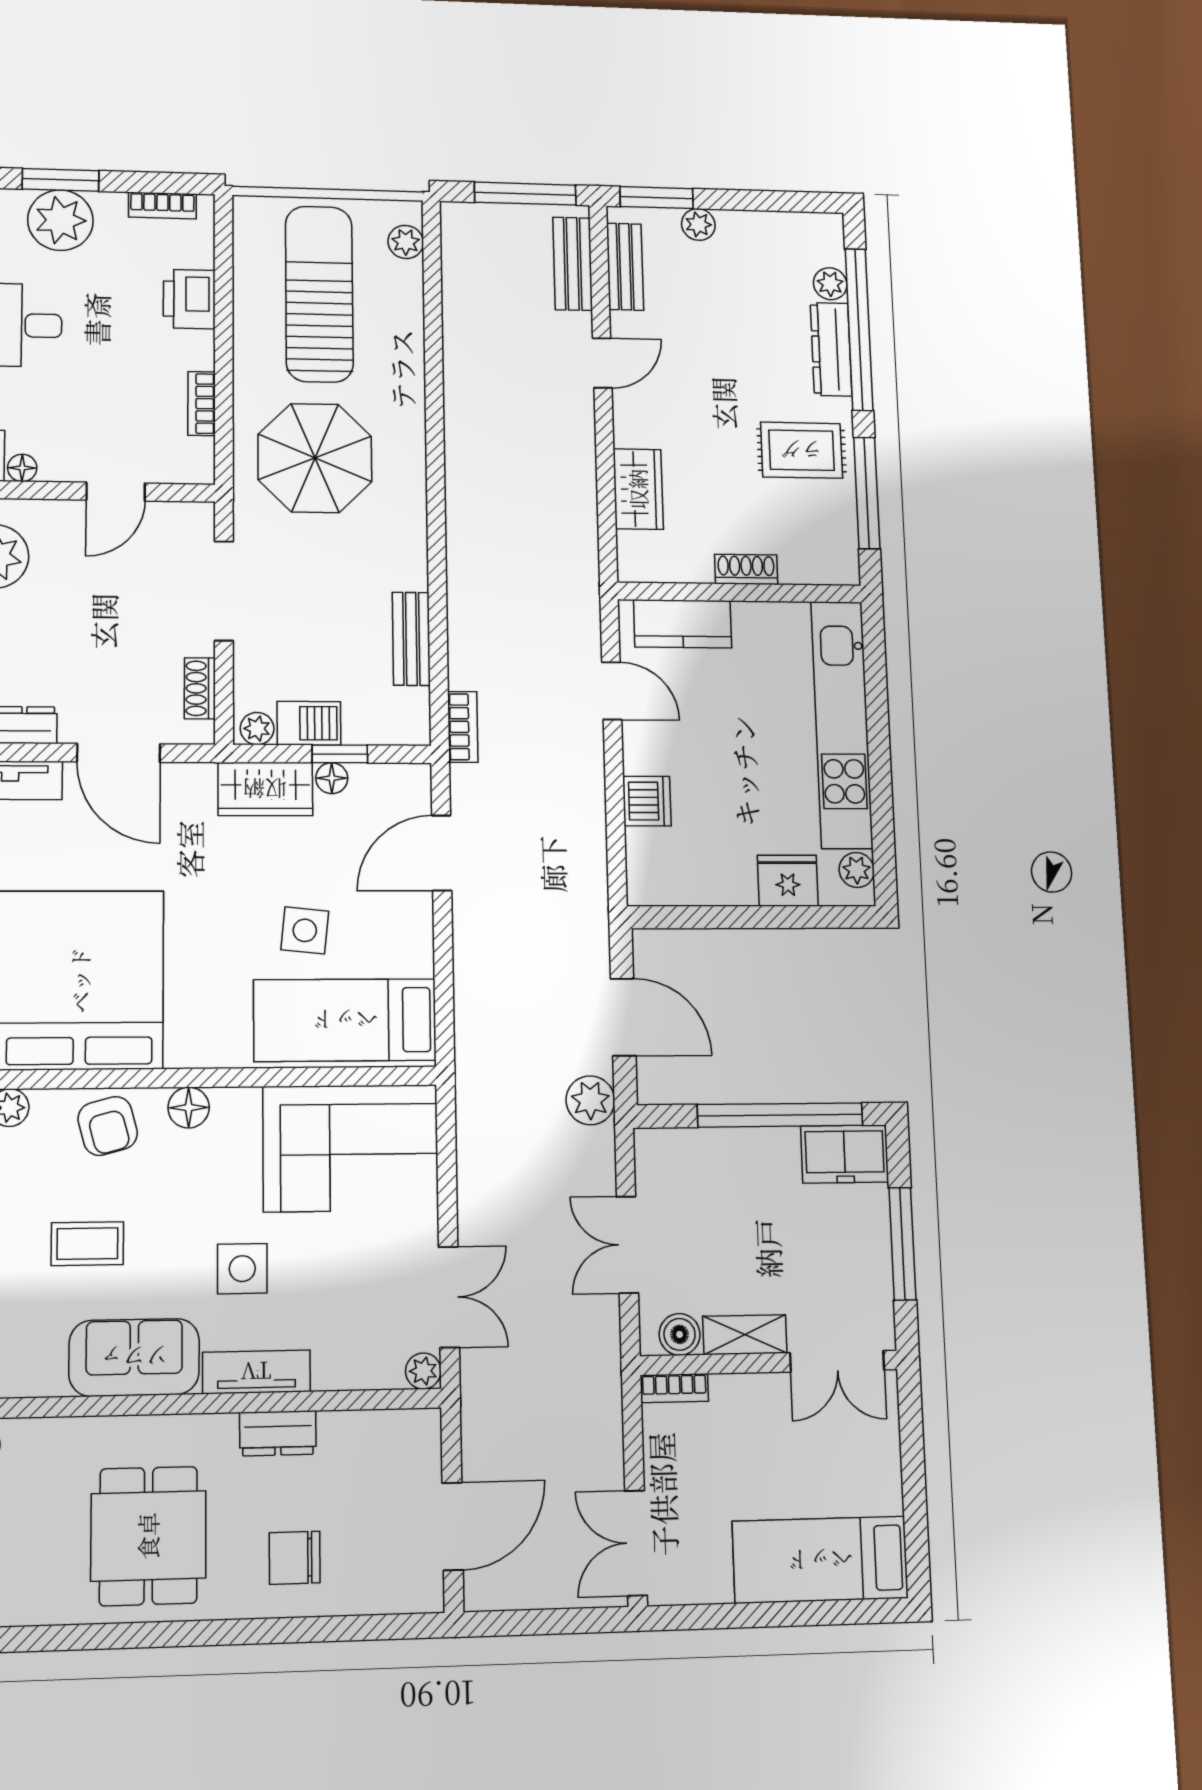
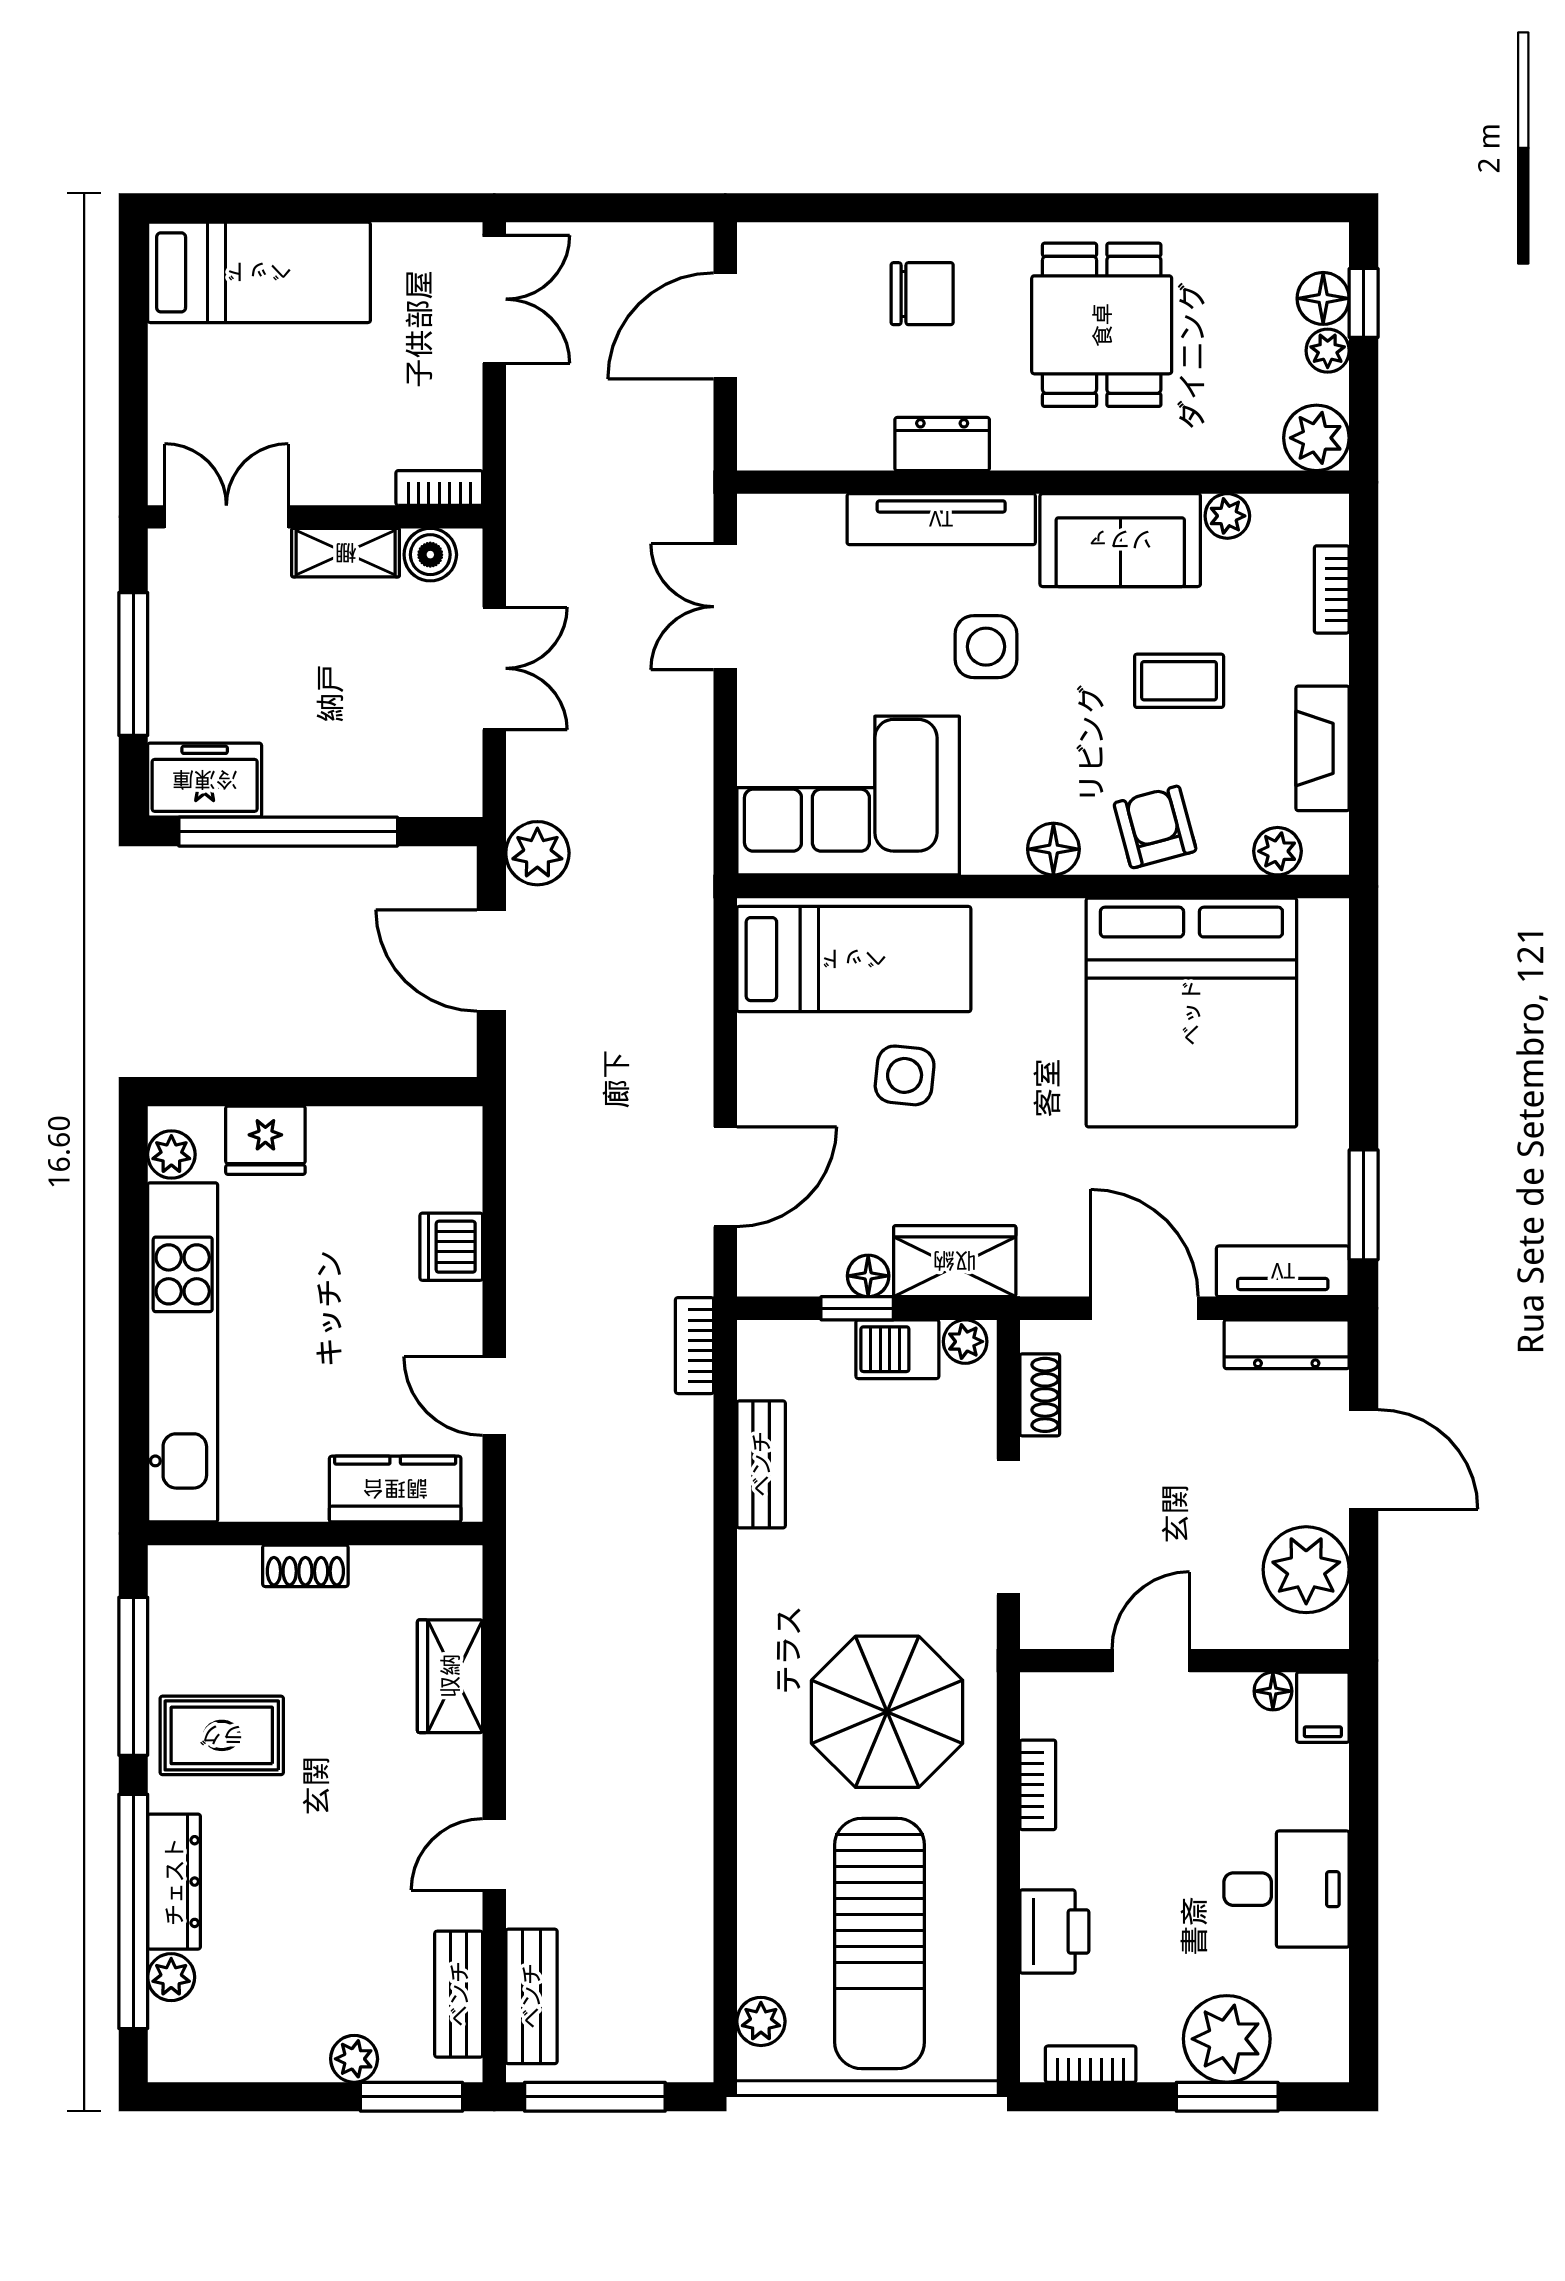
plant: (423, 1371) -> (1227, 516), moved
tv unit: (256, 1372) -> (941, 519), width x1.41

